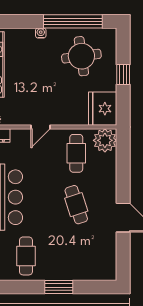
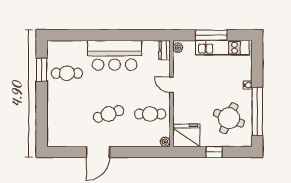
round table: (81, 56) -> (229, 118), turned 31
plant: (105, 140) -> (165, 142), width x0.53, depth x0.53
window: (59, 287) -> (42, 70), moved

